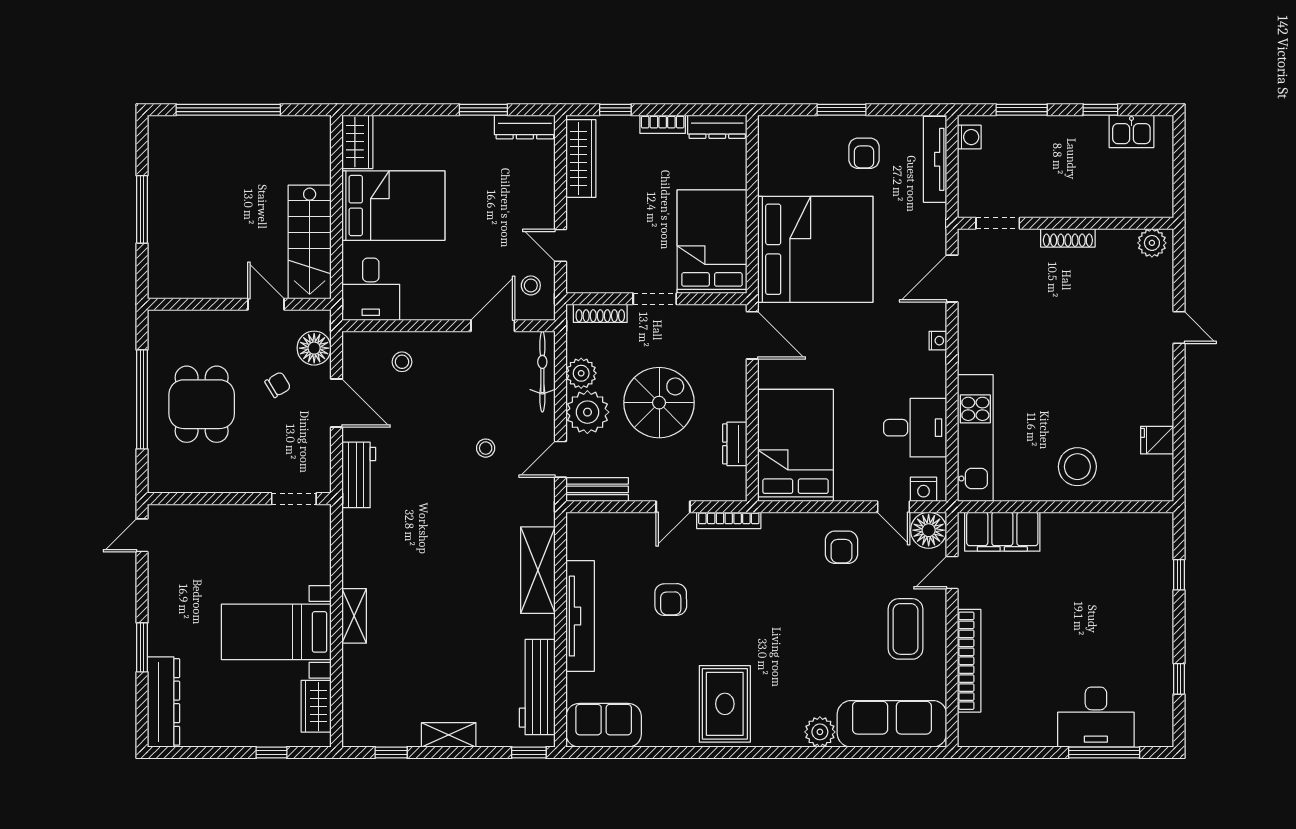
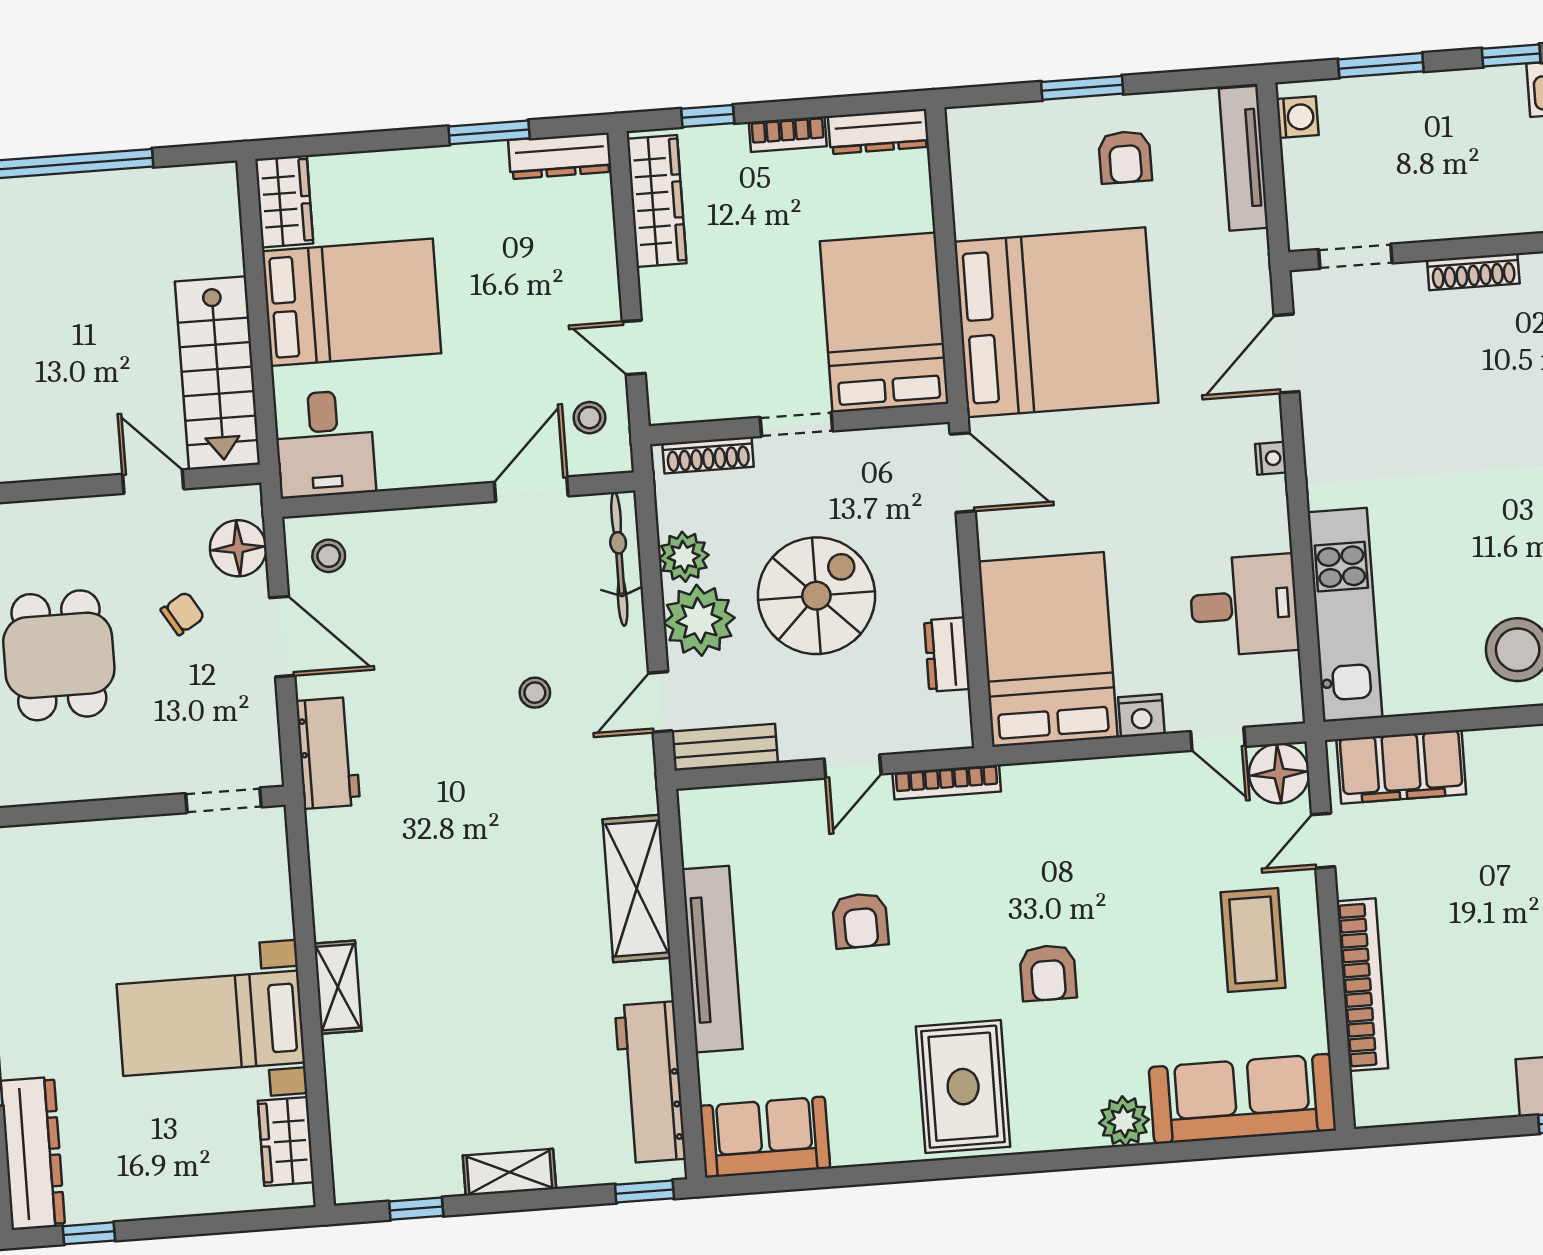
stool: (402, 362) -> (329, 556), moved
nightstand: (924, 489) -> (1141, 716), moved
armchair: (842, 547) -> (1048, 973), moved
window: (271, 752) -> (89, 1233), moved

